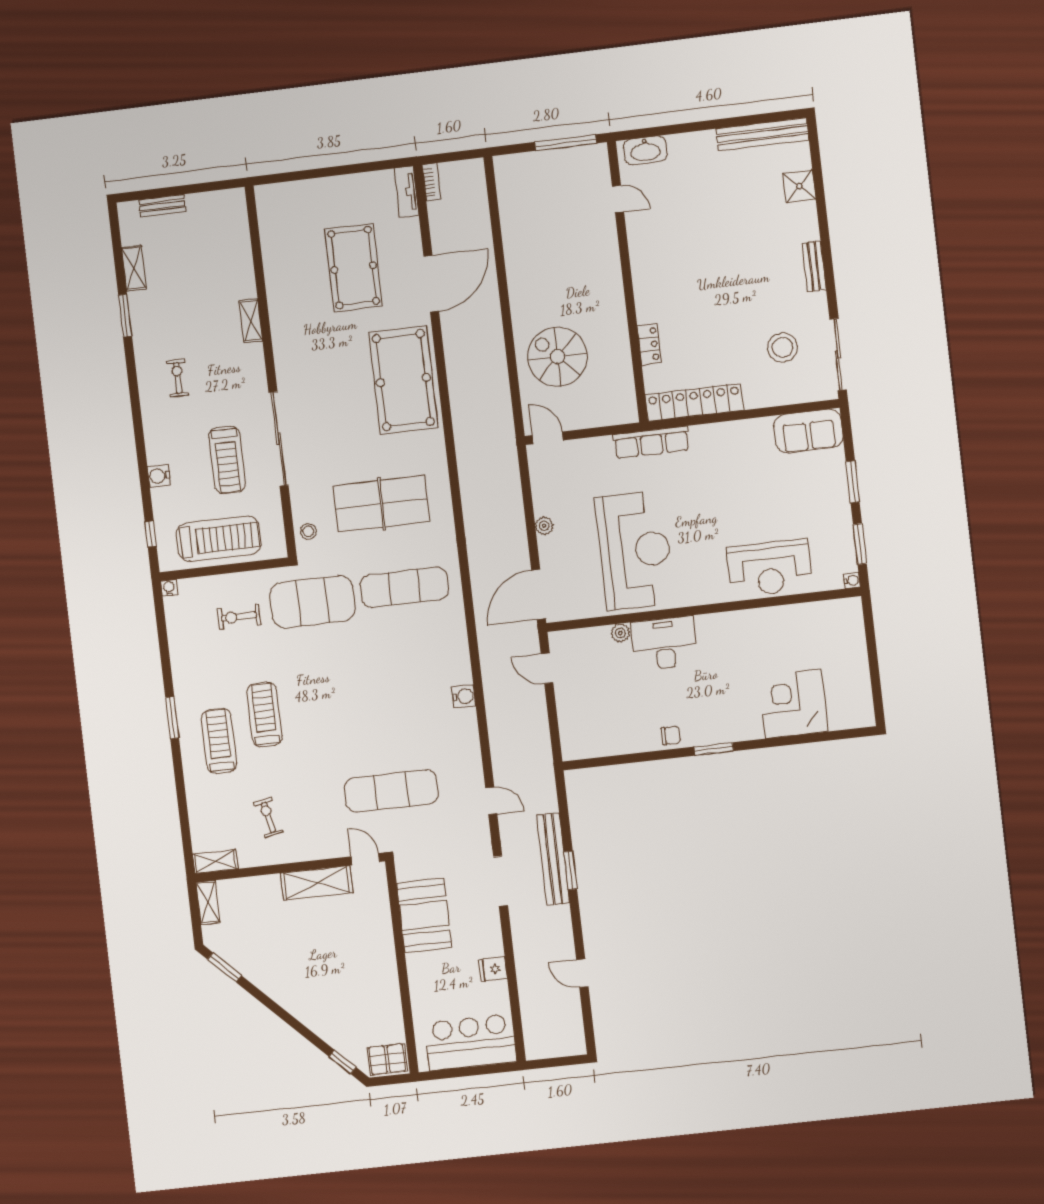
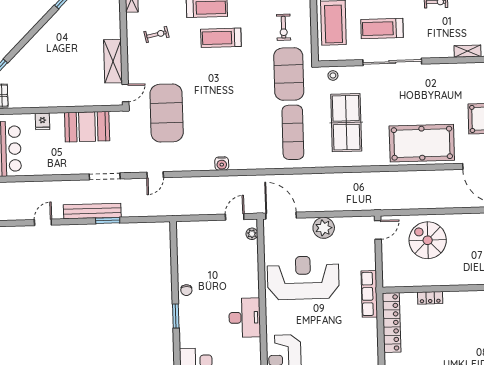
spiral stairs: (557, 357) -> (428, 240), turned -90
plant: (544, 526) -> (324, 228), width x1.87, depth x1.87
reception desk: (635, 550) -> (303, 278), turned 180
exercise bike: (239, 617) -> (284, 27), turned 180
plant: (620, 633) -> (252, 234), moved
desk: (664, 643) -> (245, 318), moved
treadmill: (264, 715) -> (221, 38), turned 180
exercise mat: (391, 791) -> (167, 113), width x1.47
bench: (553, 859) -> (92, 211), moved
fridge: (493, 969) -> (42, 121), moved, turned 180

